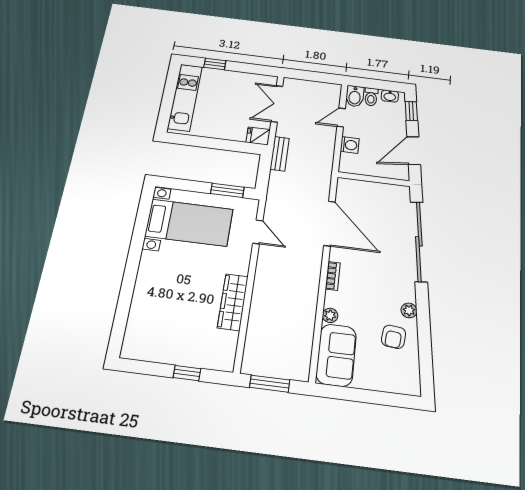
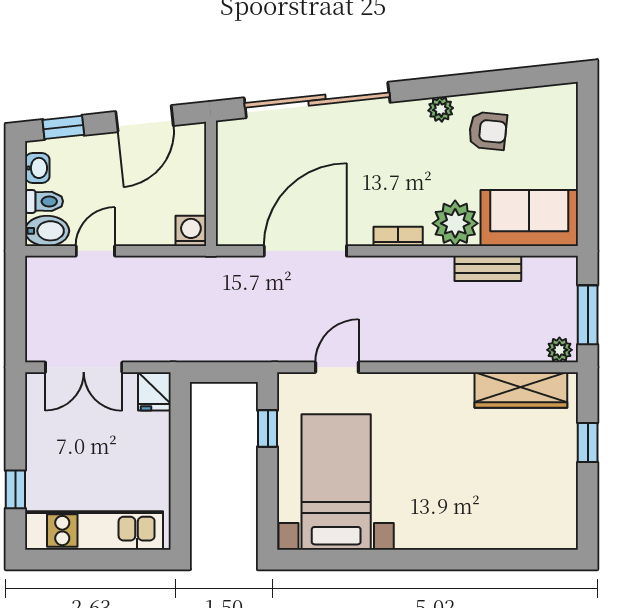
door: (341, 117) -> (95, 251), swing flipped
washing machine: (350, 145) -> (191, 231), moved
door: (414, 151) -> (145, 119), hinge flipped
bench: (280, 154) -> (488, 268), moved
window: (227, 190) -> (268, 429), width x0.67
wardrobe: (233, 302) -> (521, 390), moved
plant: (330, 315) -> (455, 223), width x1.87, depth x1.87
plant: (250, 363) -> (559, 350), added

